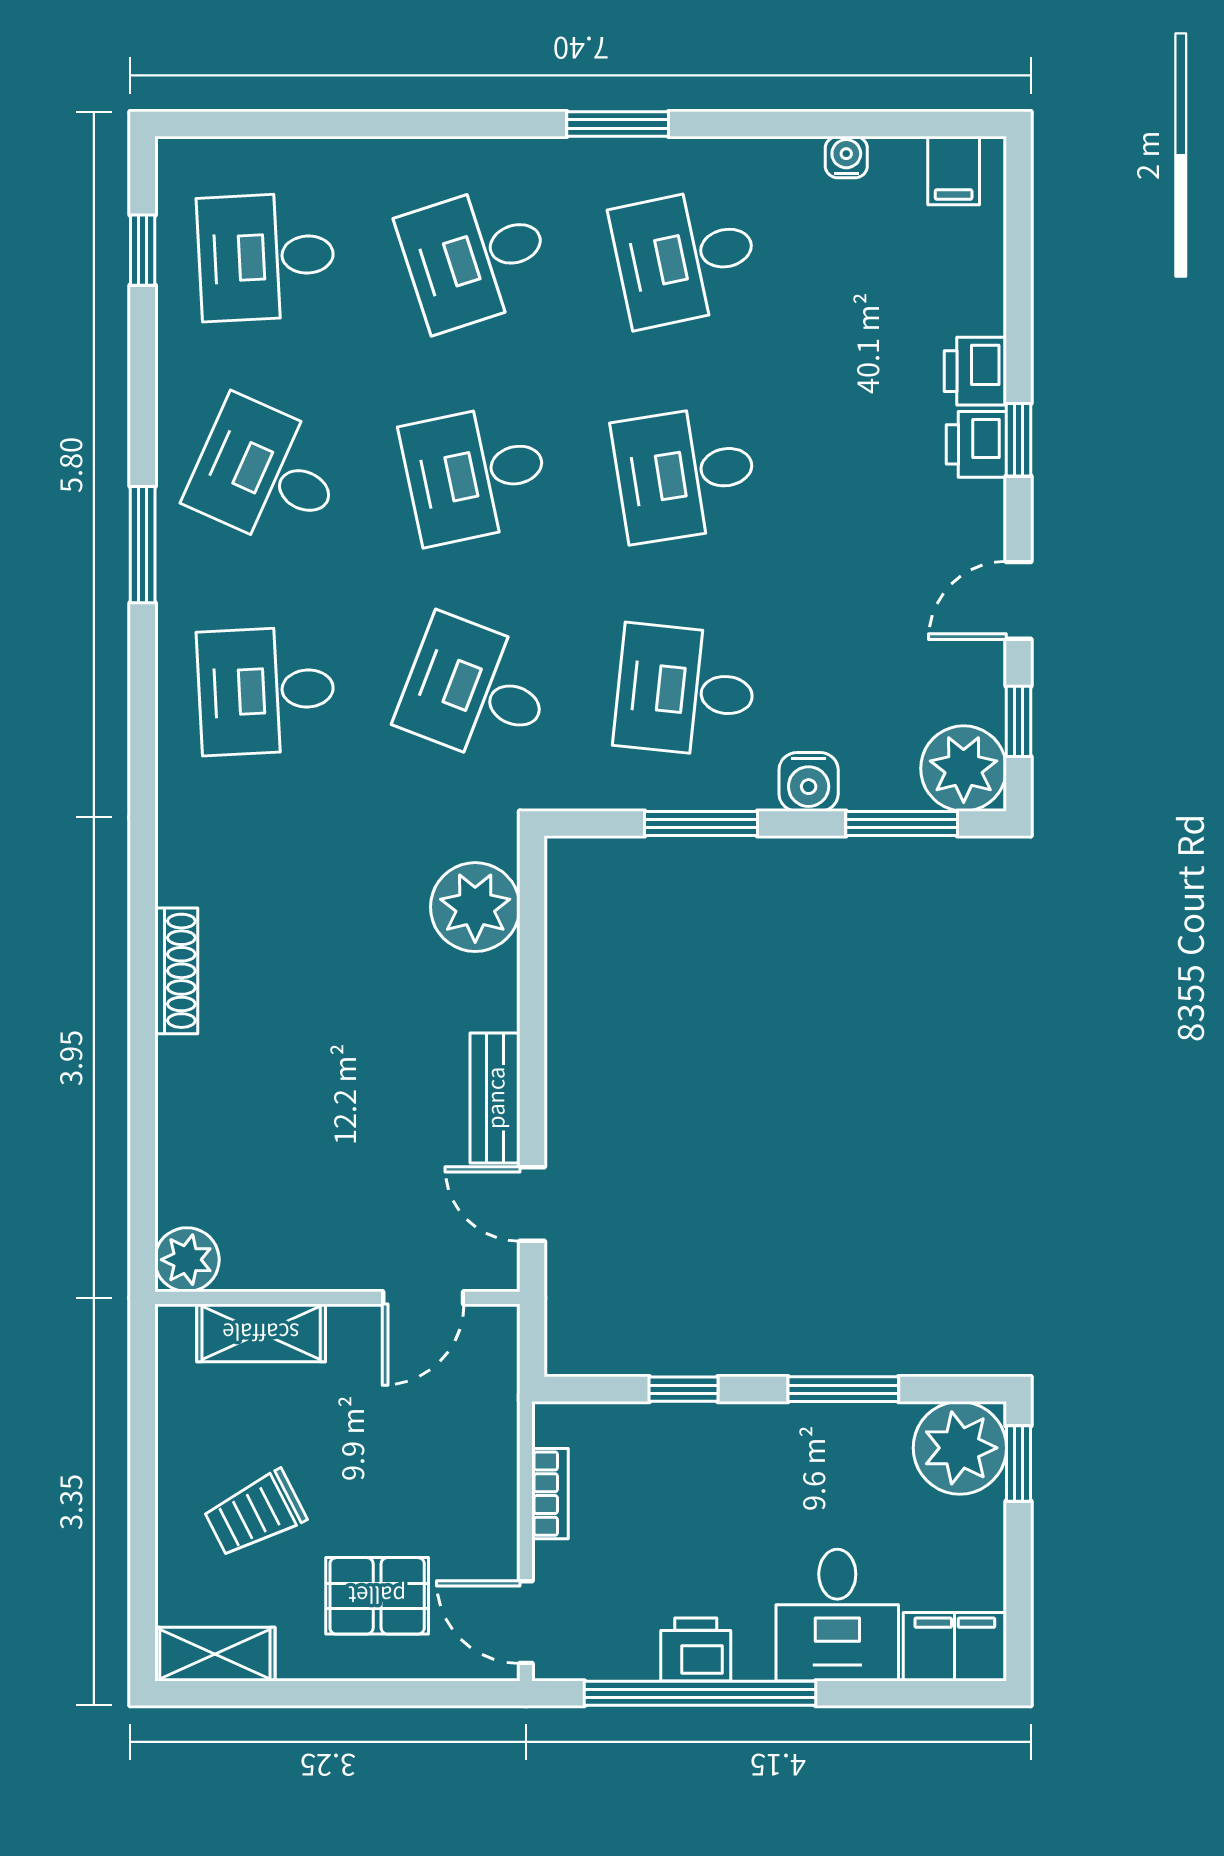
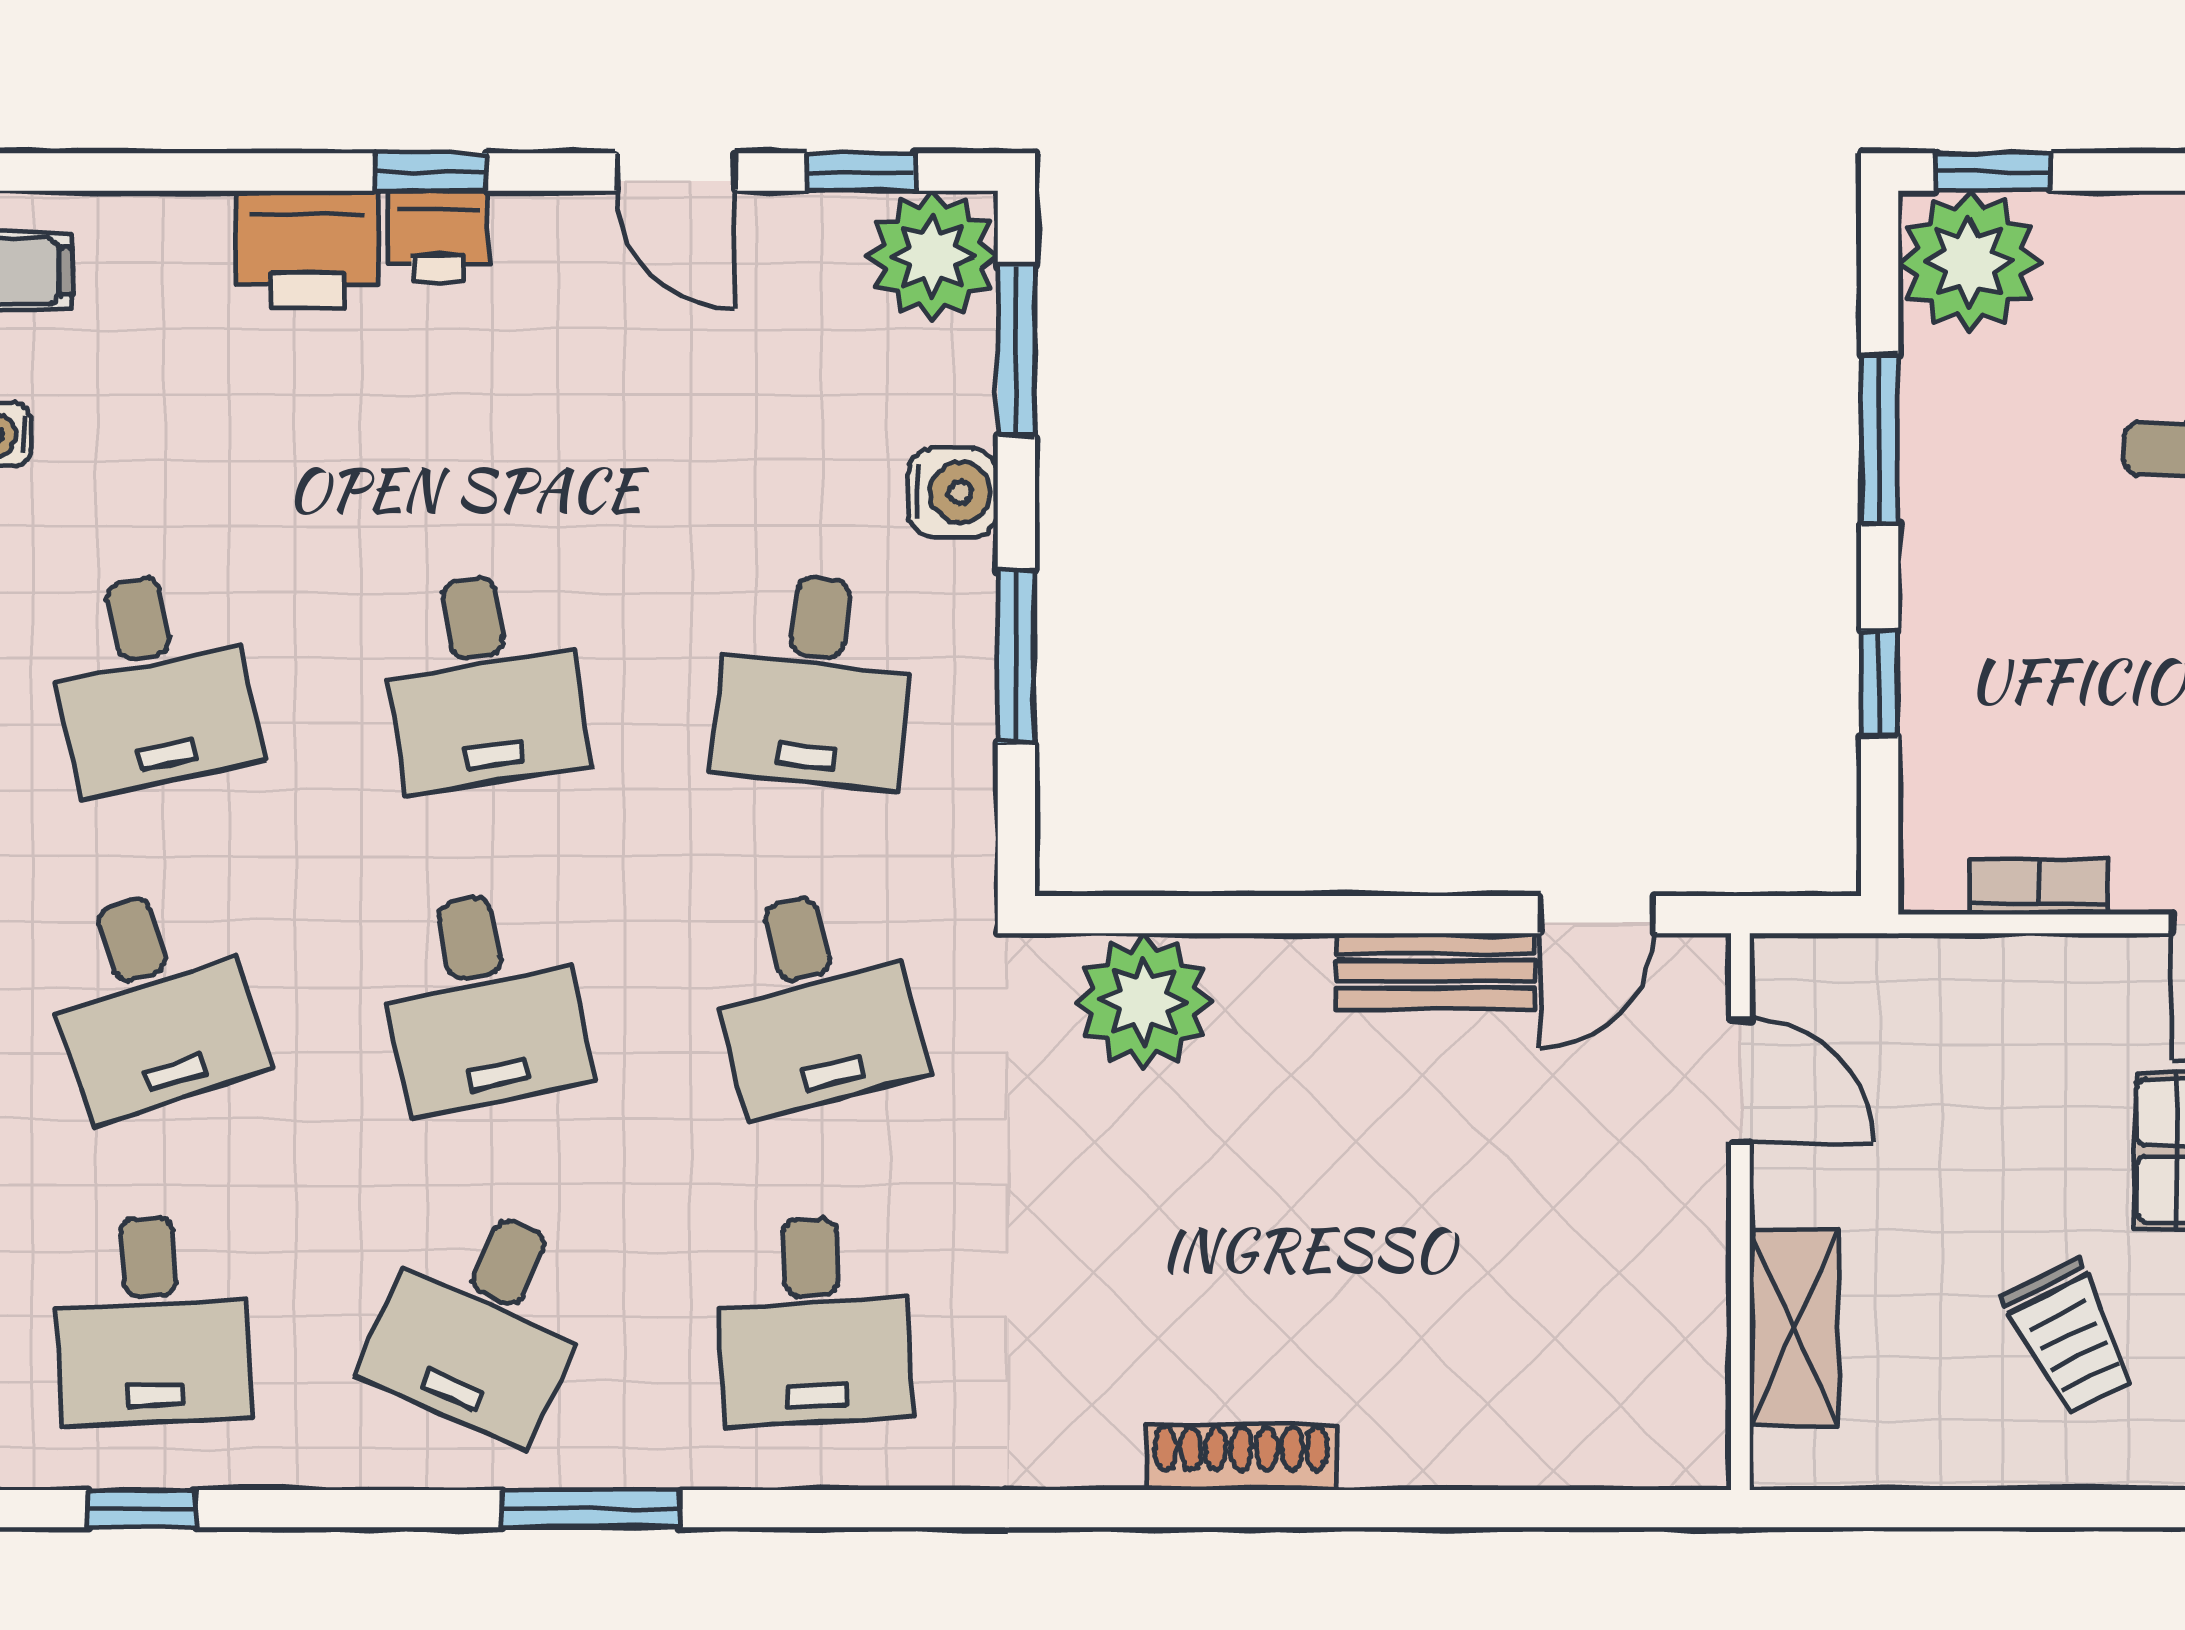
printer: (975, 371) -> (307, 249), width x1.36, depth x1.24
desk: (476, 691) -> (814, 1000), turned -36
plant: (187, 1260) -> (1682, 1441), removed

